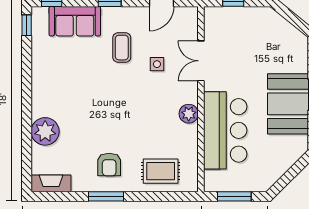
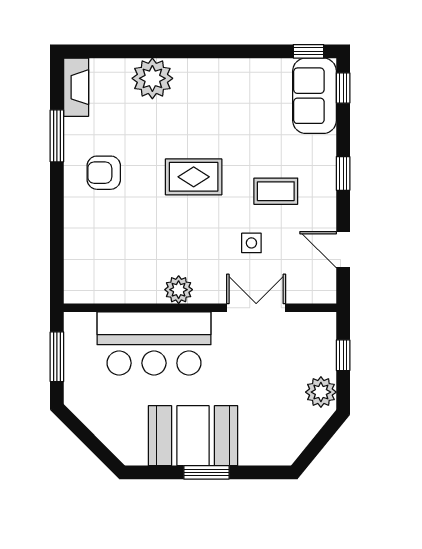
plant: (258, 17) -> (321, 392), added
sofa: (75, 21) -> (315, 96), moved
rug: (161, 171) -> (194, 177), moved, turned 90
window: (106, 196) -> (57, 136), moved

